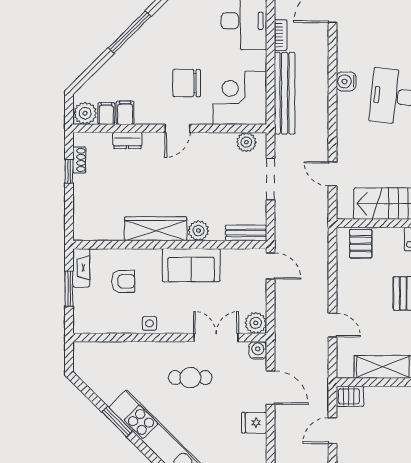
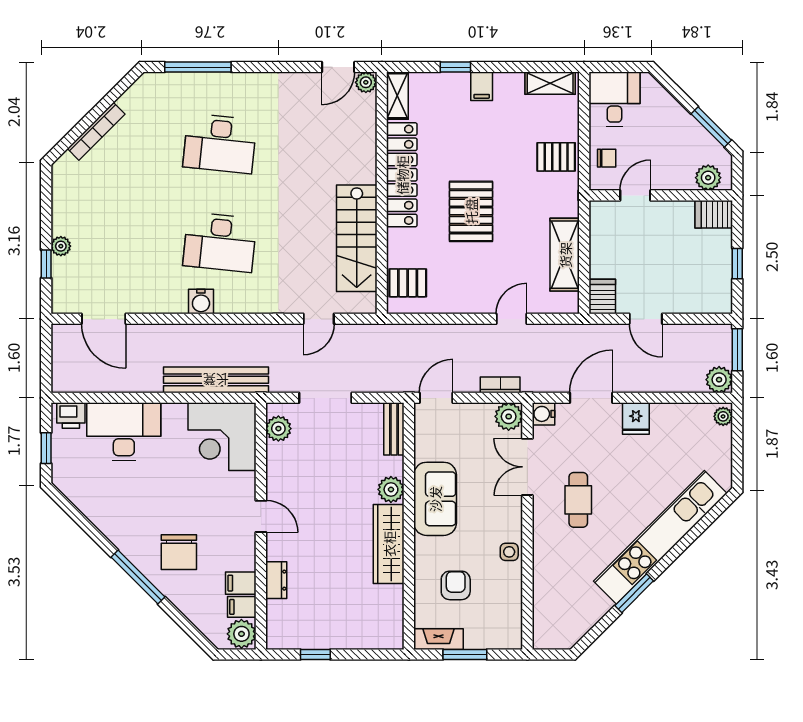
bookcase: (281, 35) -> (500, 385), moved
chair: (187, 83) -> (179, 552), moved
shoe rack: (79, 160) -> (301, 641), removed

